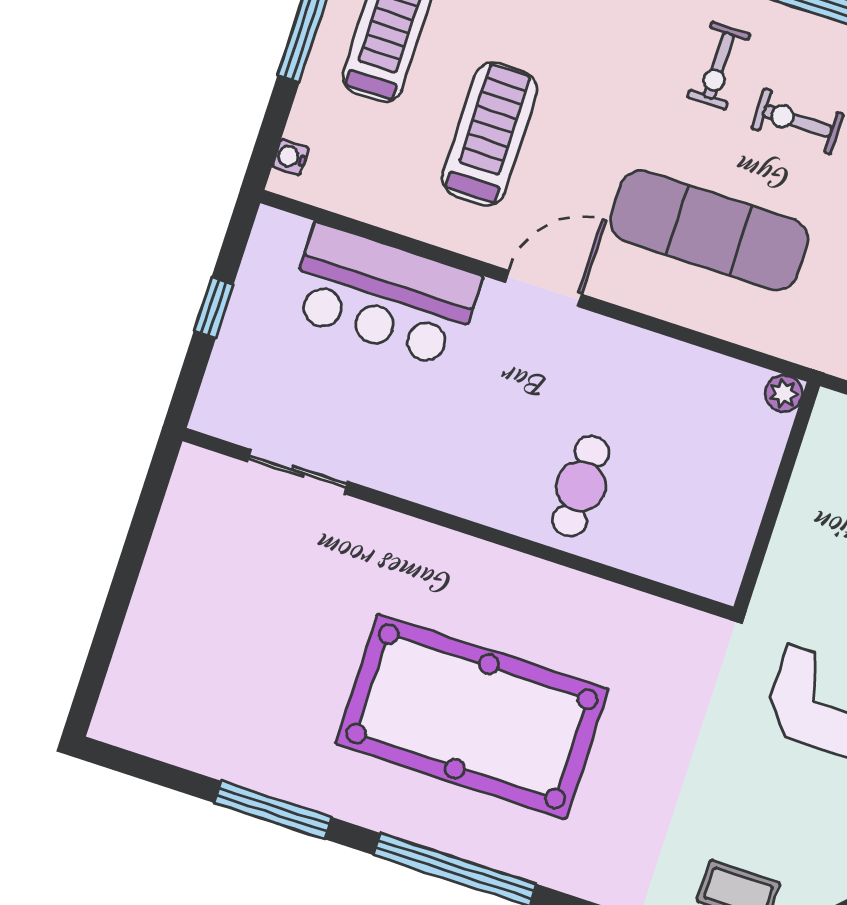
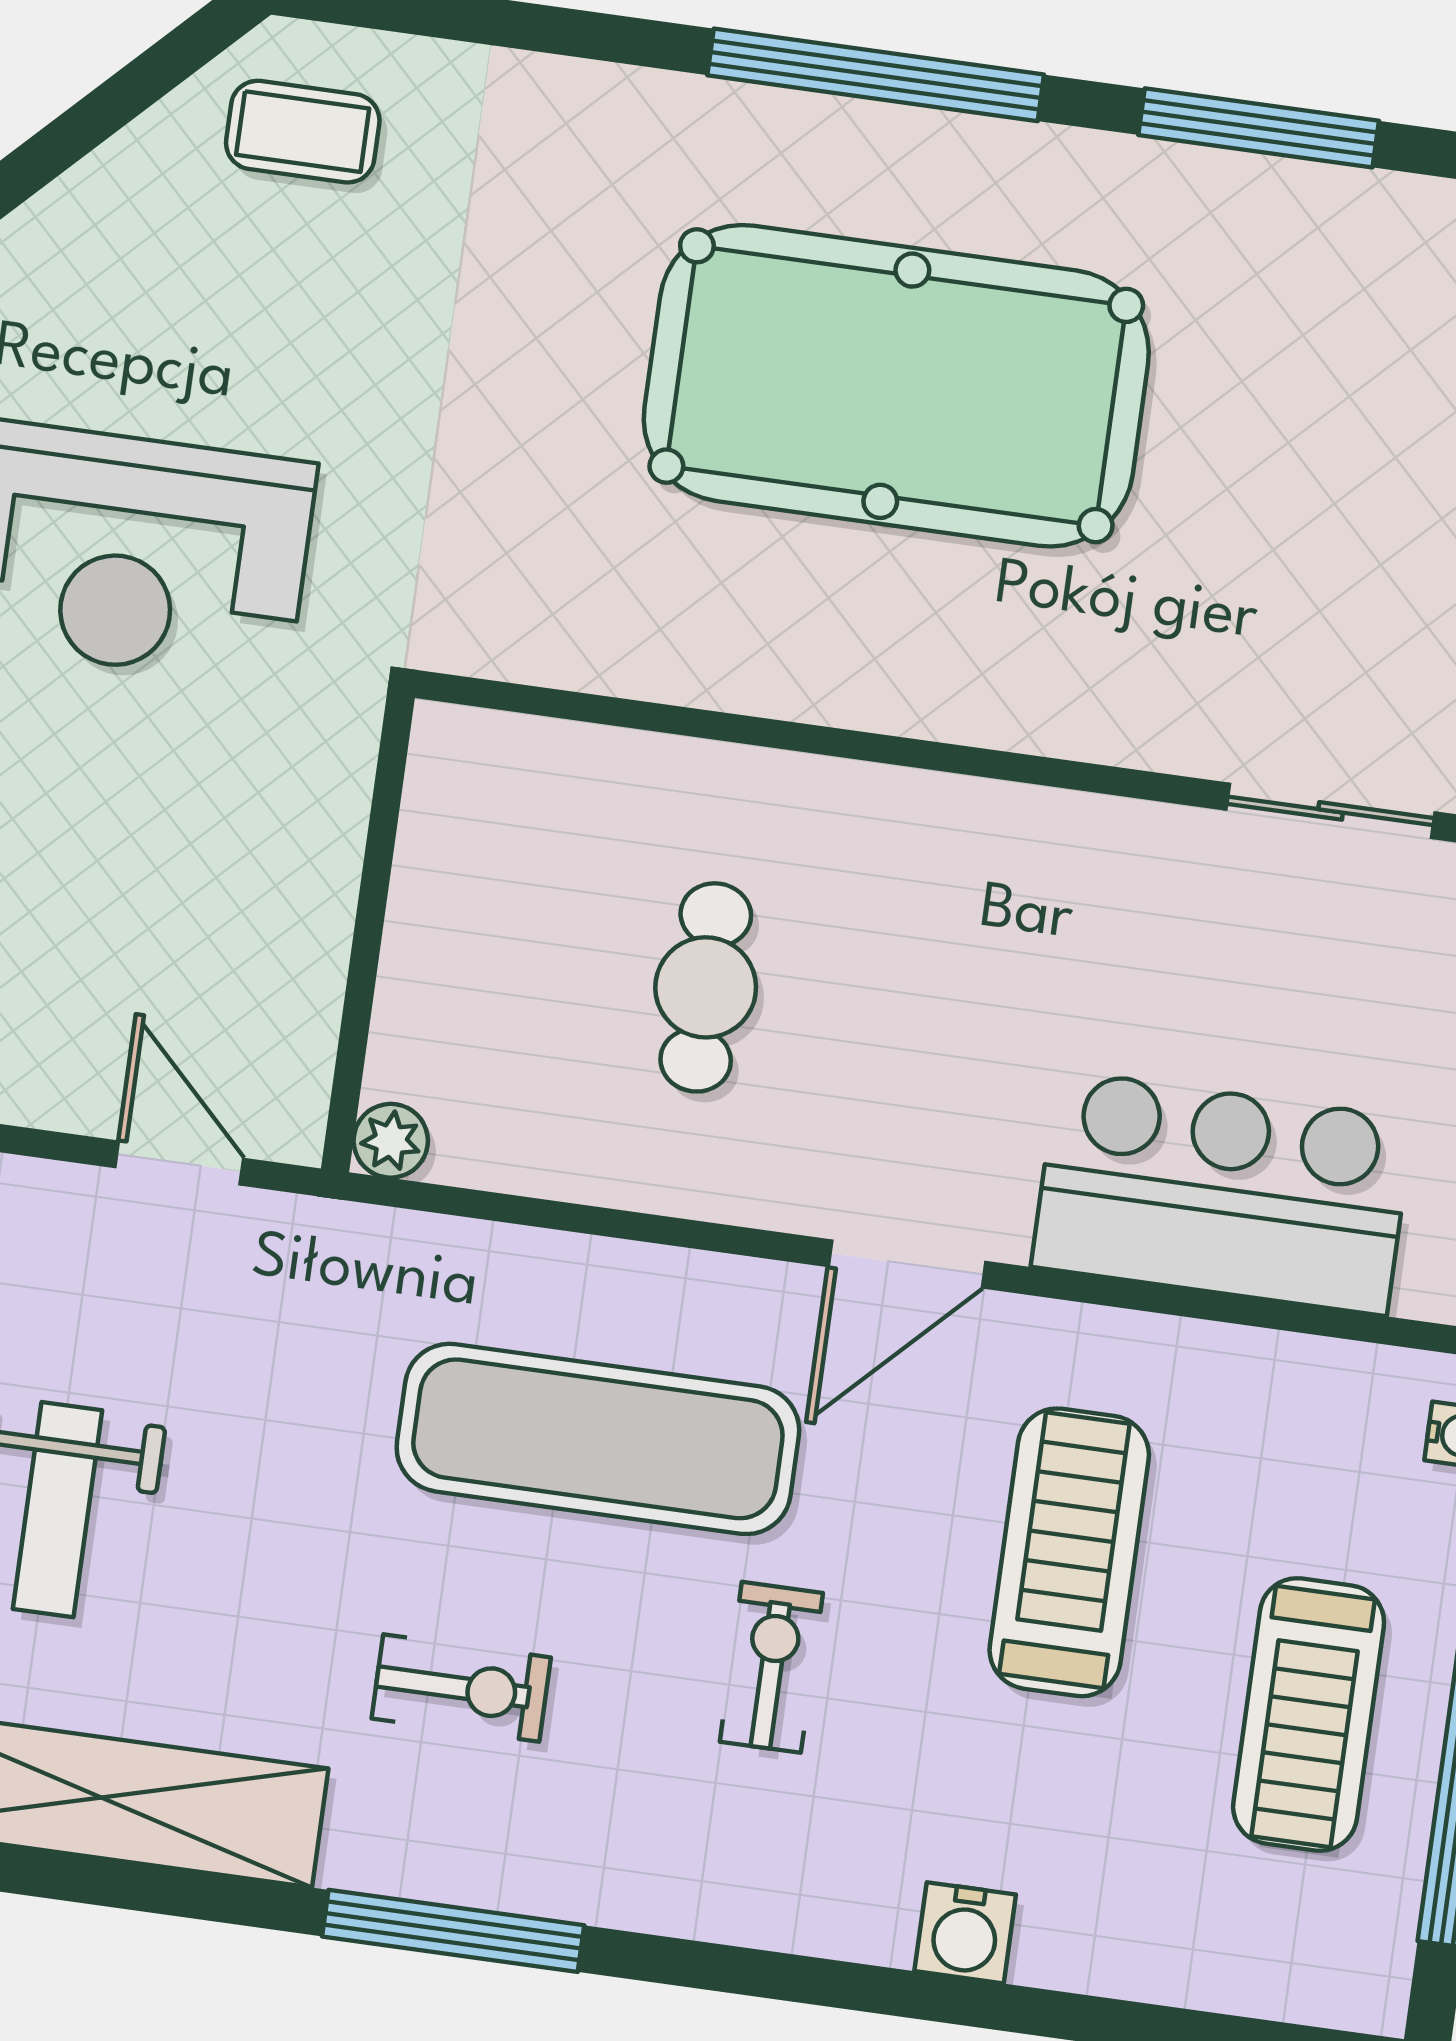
exercise bike: (719, 66) -> (771, 1667), moved
treadmill: (490, 134) -> (1069, 1552), turned 180
cafe table: (581, 486) -> (706, 987), moved

